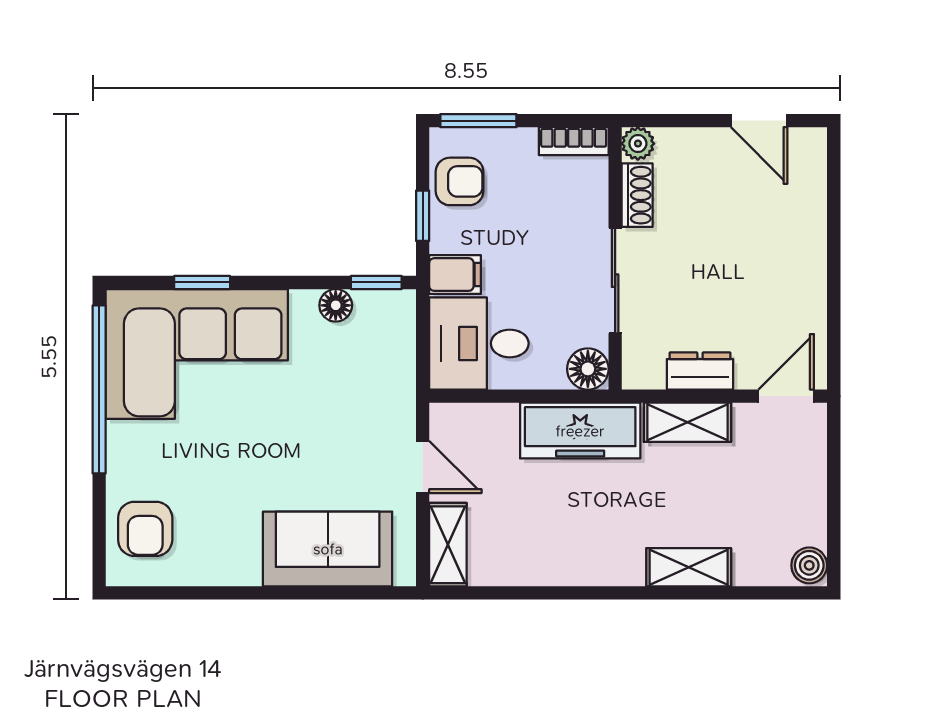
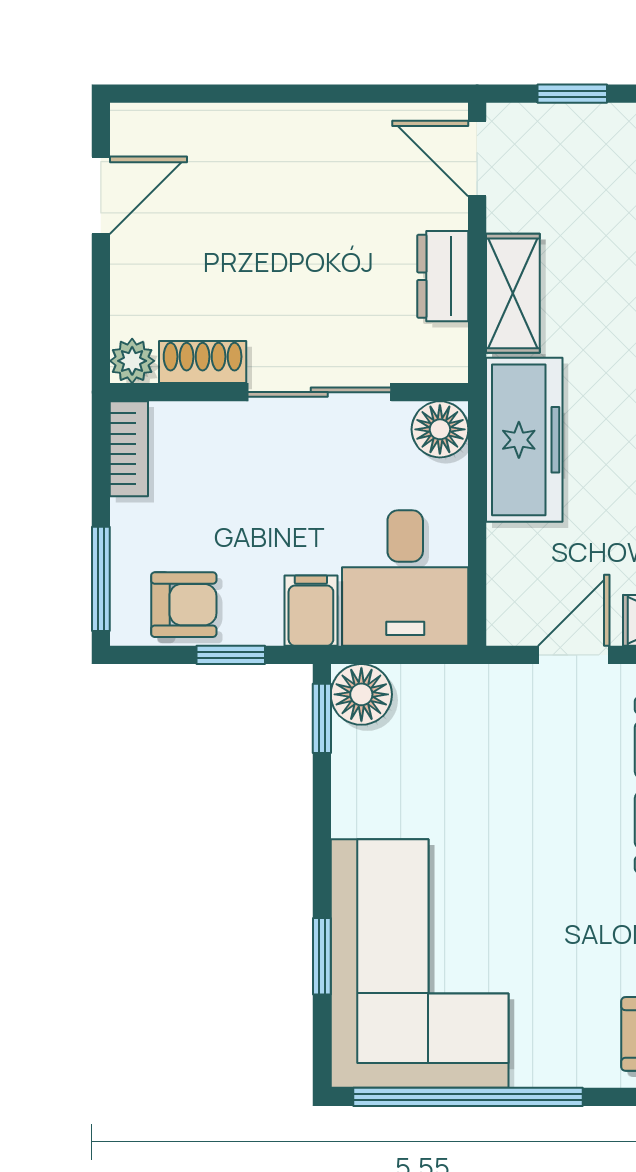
armchair: (460, 181) -> (184, 605), turned 90
floor lamp: (336, 305) -> (361, 694), moved, width x1.37, depth x1.37
window: (834, 466) -> (572, 94), added

